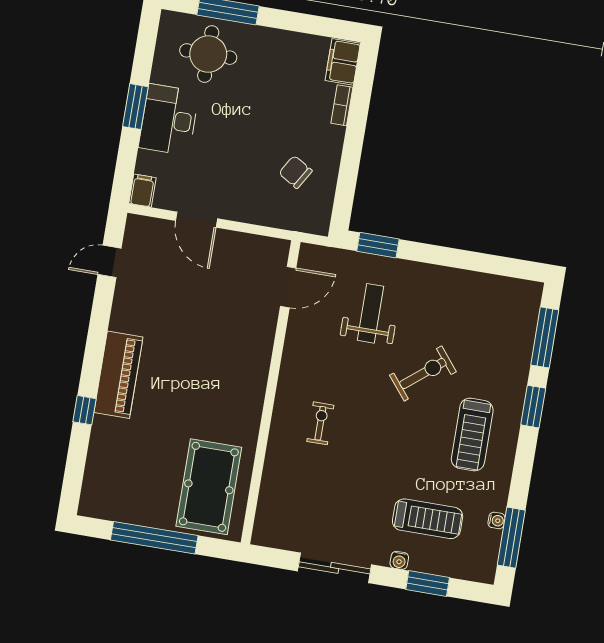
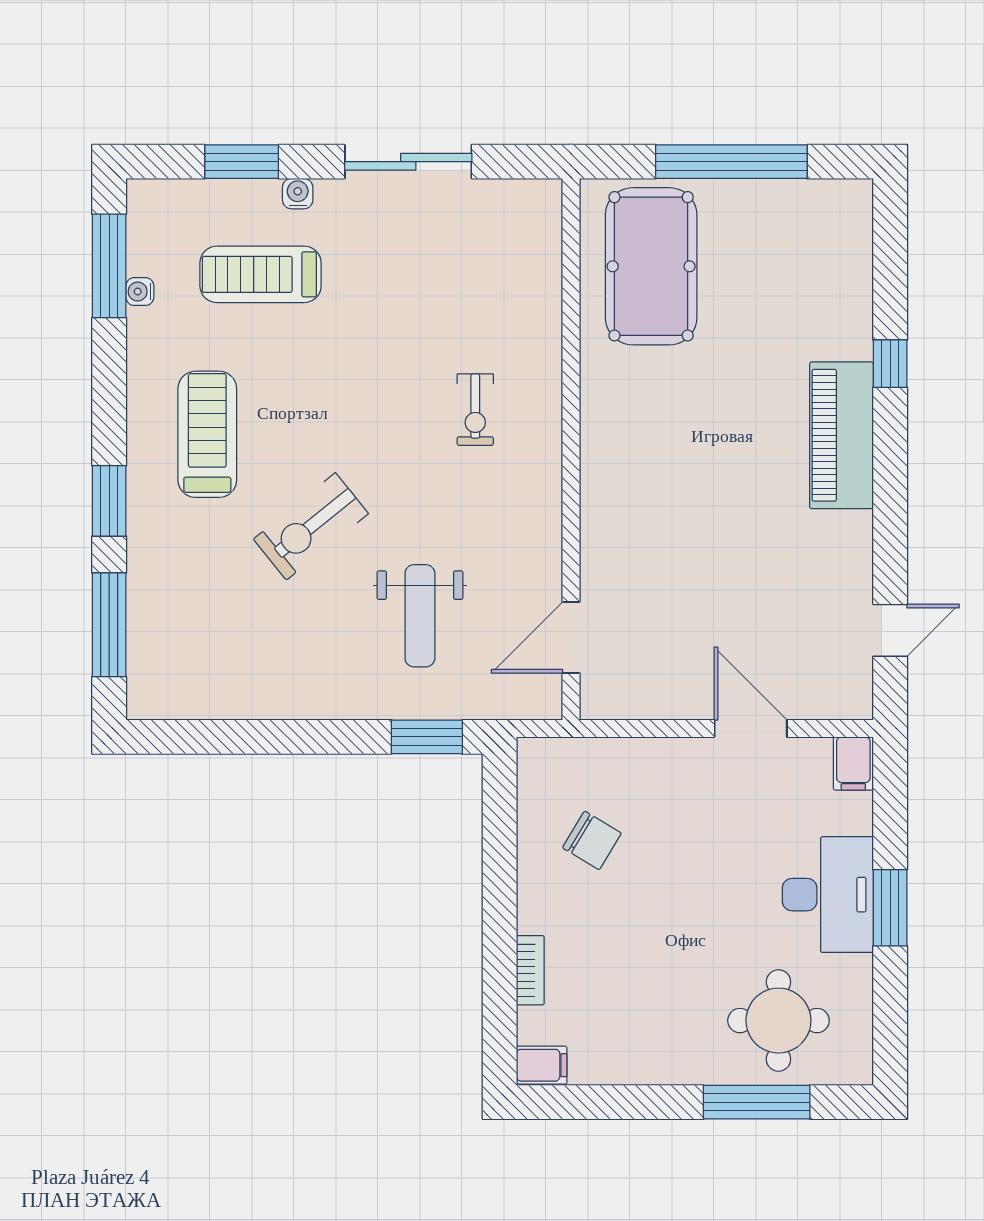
filing cabinet: (343, 62) -> (542, 1065), width x0.50

